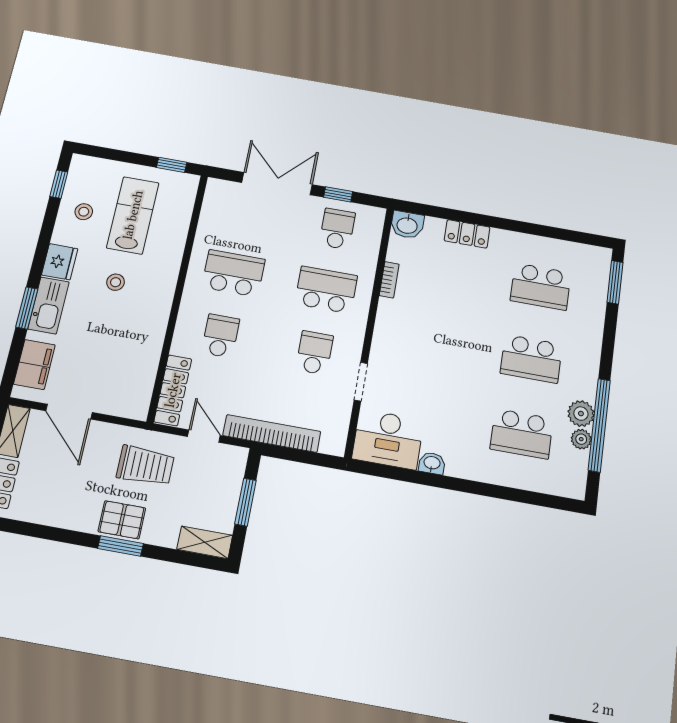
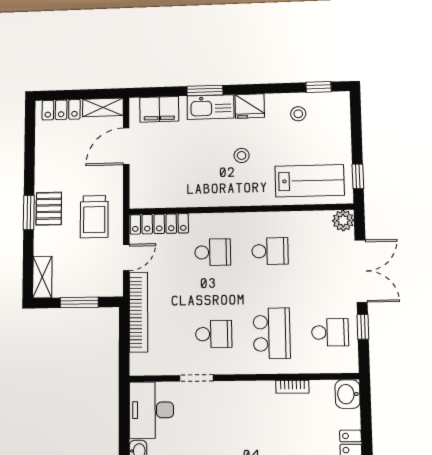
plant: (217, 190) -> (343, 221), added
lab bench: (133, 215) -> (310, 181), moved
school desk: (233, 273) -> (270, 251), width x0.54

